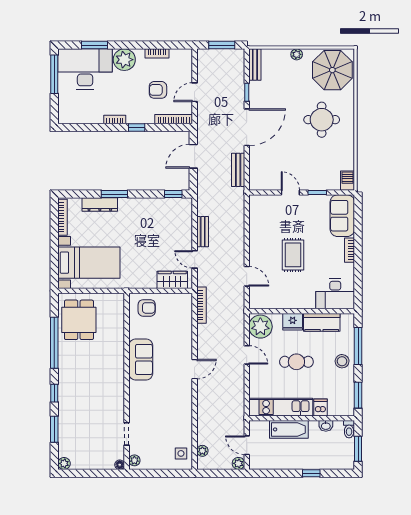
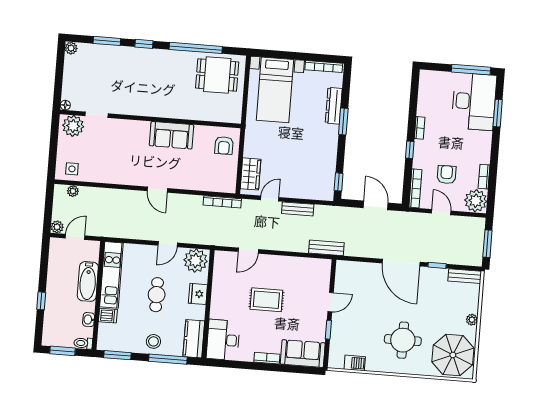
plant: (124, 60) -> (476, 201), moved
bench: (238, 170) -> (326, 248), moved
barbecue: (347, 181) -> (355, 363), moved
kitchen counter: (322, 322) -> (194, 339), moved
plant: (134, 460) -> (73, 126), width x1.88, depth x1.88

